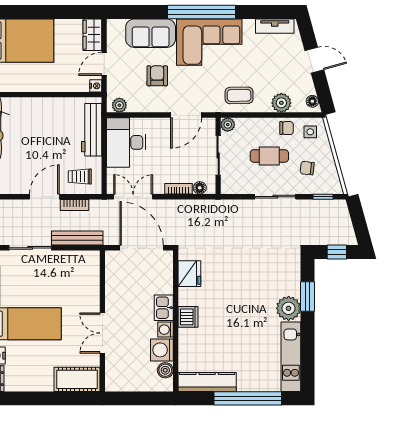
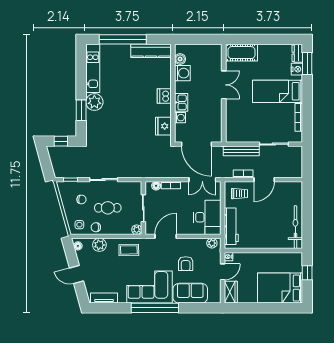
washing machine: (165, 330) -> (180, 118), moved

